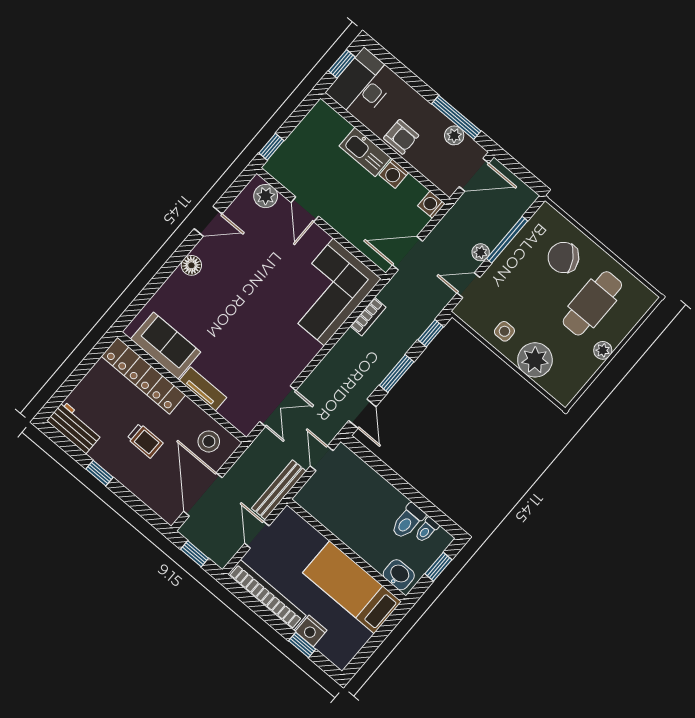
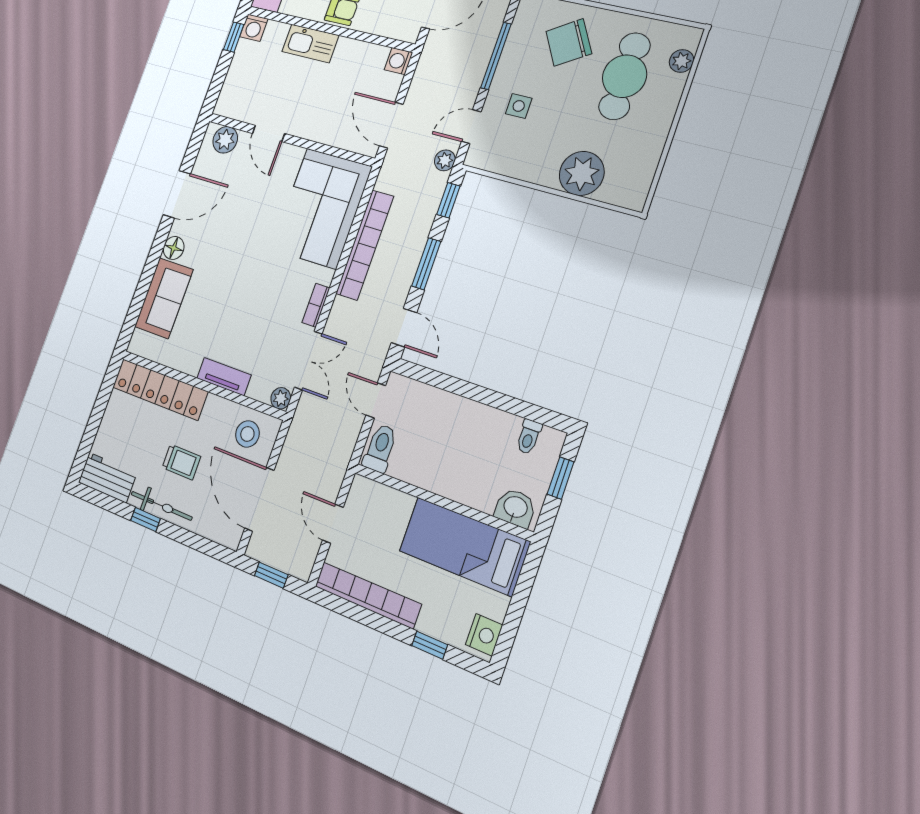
window: (271, 147) -> (234, 37), moved
washing machine: (394, 174) -> (254, 28), moved
door: (208, 221) -> (177, 194), width x1.38
plant: (481, 252) -> (445, 160), moved
door: (408, 253) -> (391, 125), hinge flipped
bookcase: (368, 317) -> (365, 245), width x2.31, depth x1.31
side table: (504, 331) -> (519, 106), moved
sofa: (166, 346) -> (164, 298), moved, turned 90
plant: (603, 350) -> (681, 61), moved
bookcase: (298, 366) -> (316, 305), added
plant: (246, 425) -> (281, 398), added
bicycle: (117, 468) -> (161, 506), added
bench: (279, 490) -> (340, 459), removed
toilet: (408, 521) -> (380, 448), moved, turned 180
nightstand: (311, 631) -> (484, 635), moved, turned -90

